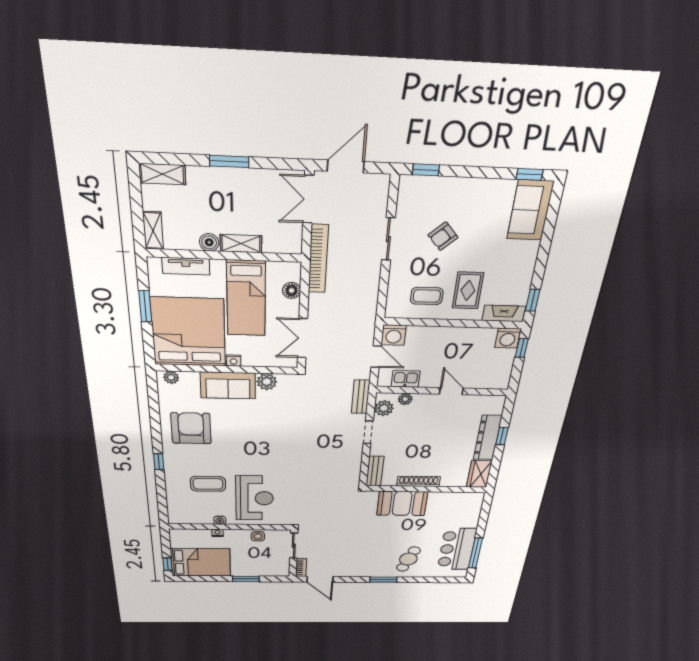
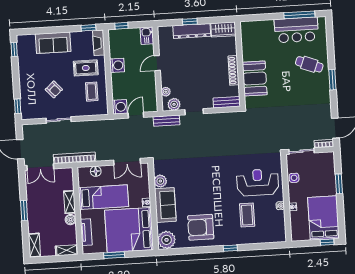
sofa: (530, 210) -> (53, 43), moved
washing machine: (508, 338) -> (117, 65), moved
plant: (171, 377) -> (167, 240), width x1.87, depth x1.87
kitchen sink: (406, 379) -> (147, 36), moved

